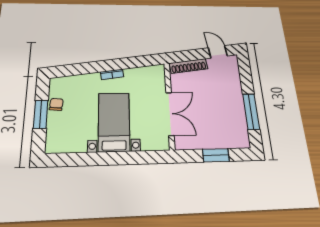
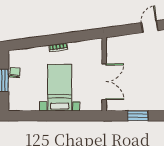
door: (218, 52) -> (150, 27), hinge flipped
shoe rack: (188, 66) -> (123, 40), removed

